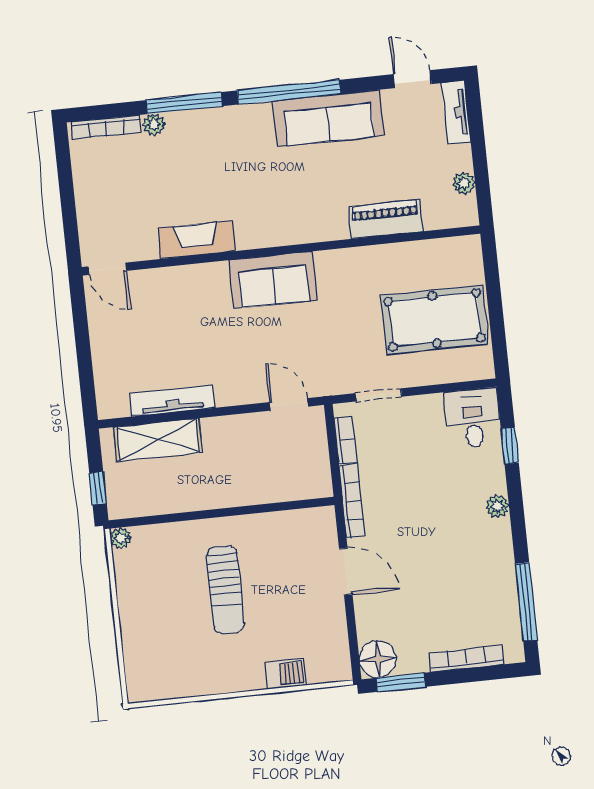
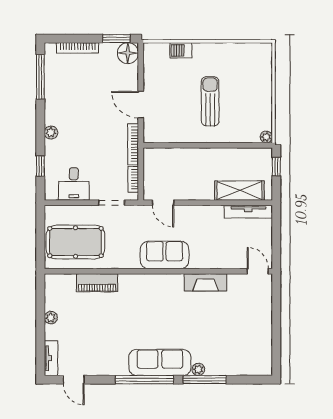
sofa: (328, 118) -> (160, 362), moved
plant: (154, 124) -> (198, 369), moved
bookcase: (106, 127) -> (250, 371), removed
piano: (386, 219) -> (97, 283), moved
fireplace: (197, 240) -> (205, 282), moved
wall: (281, 250) -> (158, 271), moved
door: (107, 269) -> (258, 271), moved
sofa: (273, 280) -> (165, 255), moved
tv unit: (172, 401) -> (248, 212), moved
desk: (473, 418) -> (74, 184), moved

